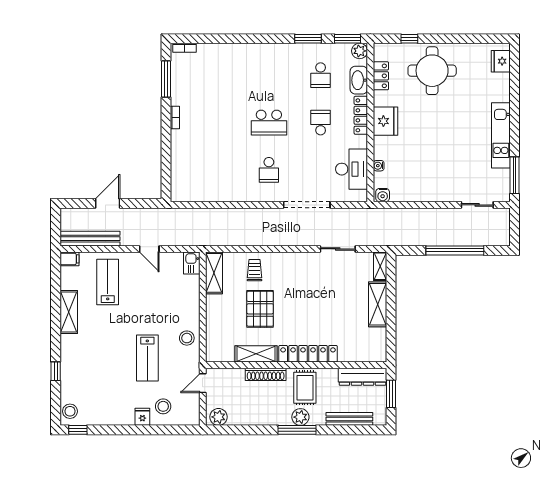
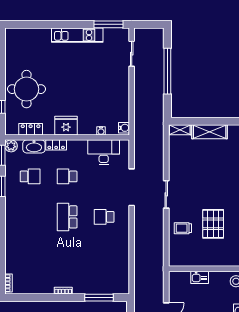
fridge: (501, 61) -> (19, 35), removed
window: (166, 79) -> (99, 298), moved
locker: (361, 115) -> (56, 145), width x0.66
school desk: (269, 123) -> (67, 217), turned 180
school desk: (269, 170) -> (104, 217), turned 180
sliding door: (338, 249) -> (166, 194), moved
kitchen sink: (192, 263) -> (200, 277), moved
shelving: (214, 273) -> (185, 260), removed
pallet: (260, 309) -> (213, 224), turned 90

